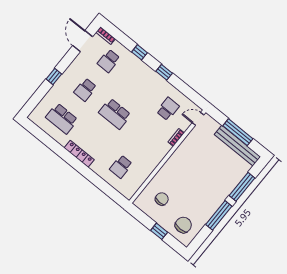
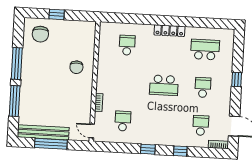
school desk: (168, 109) -> (123, 121), turned 180
school desk: (115, 114) -> (164, 85), turned 180
door: (198, 119) -> (92, 131), swing flipped
chair: (162, 199) -> (76, 67), moved

